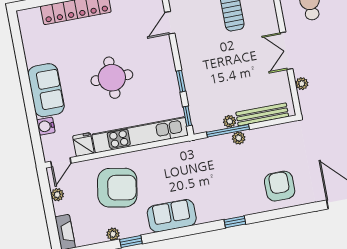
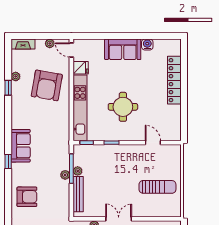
round table: (112, 78) -> (123, 107), moved
water cooler: (46, 126) -> (147, 44), moved
sofa: (172, 216) -> (21, 146), moved

